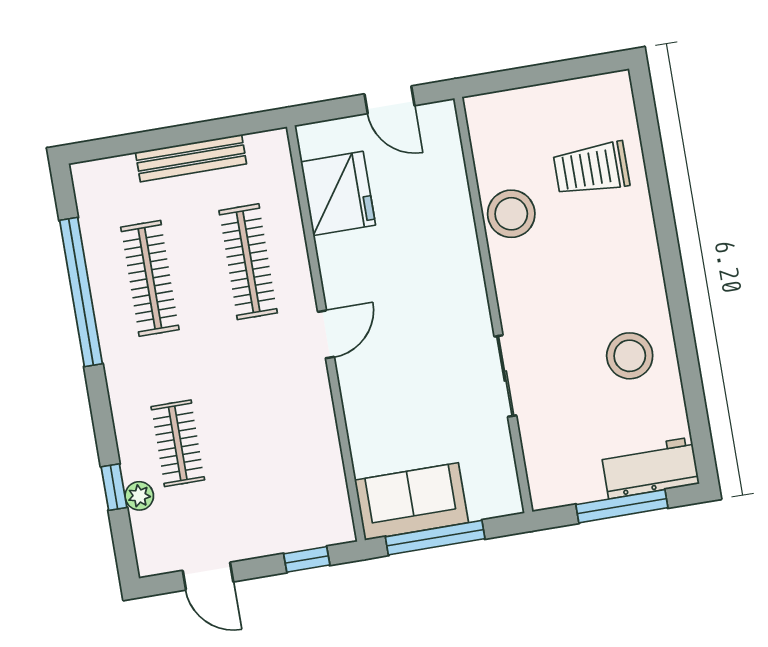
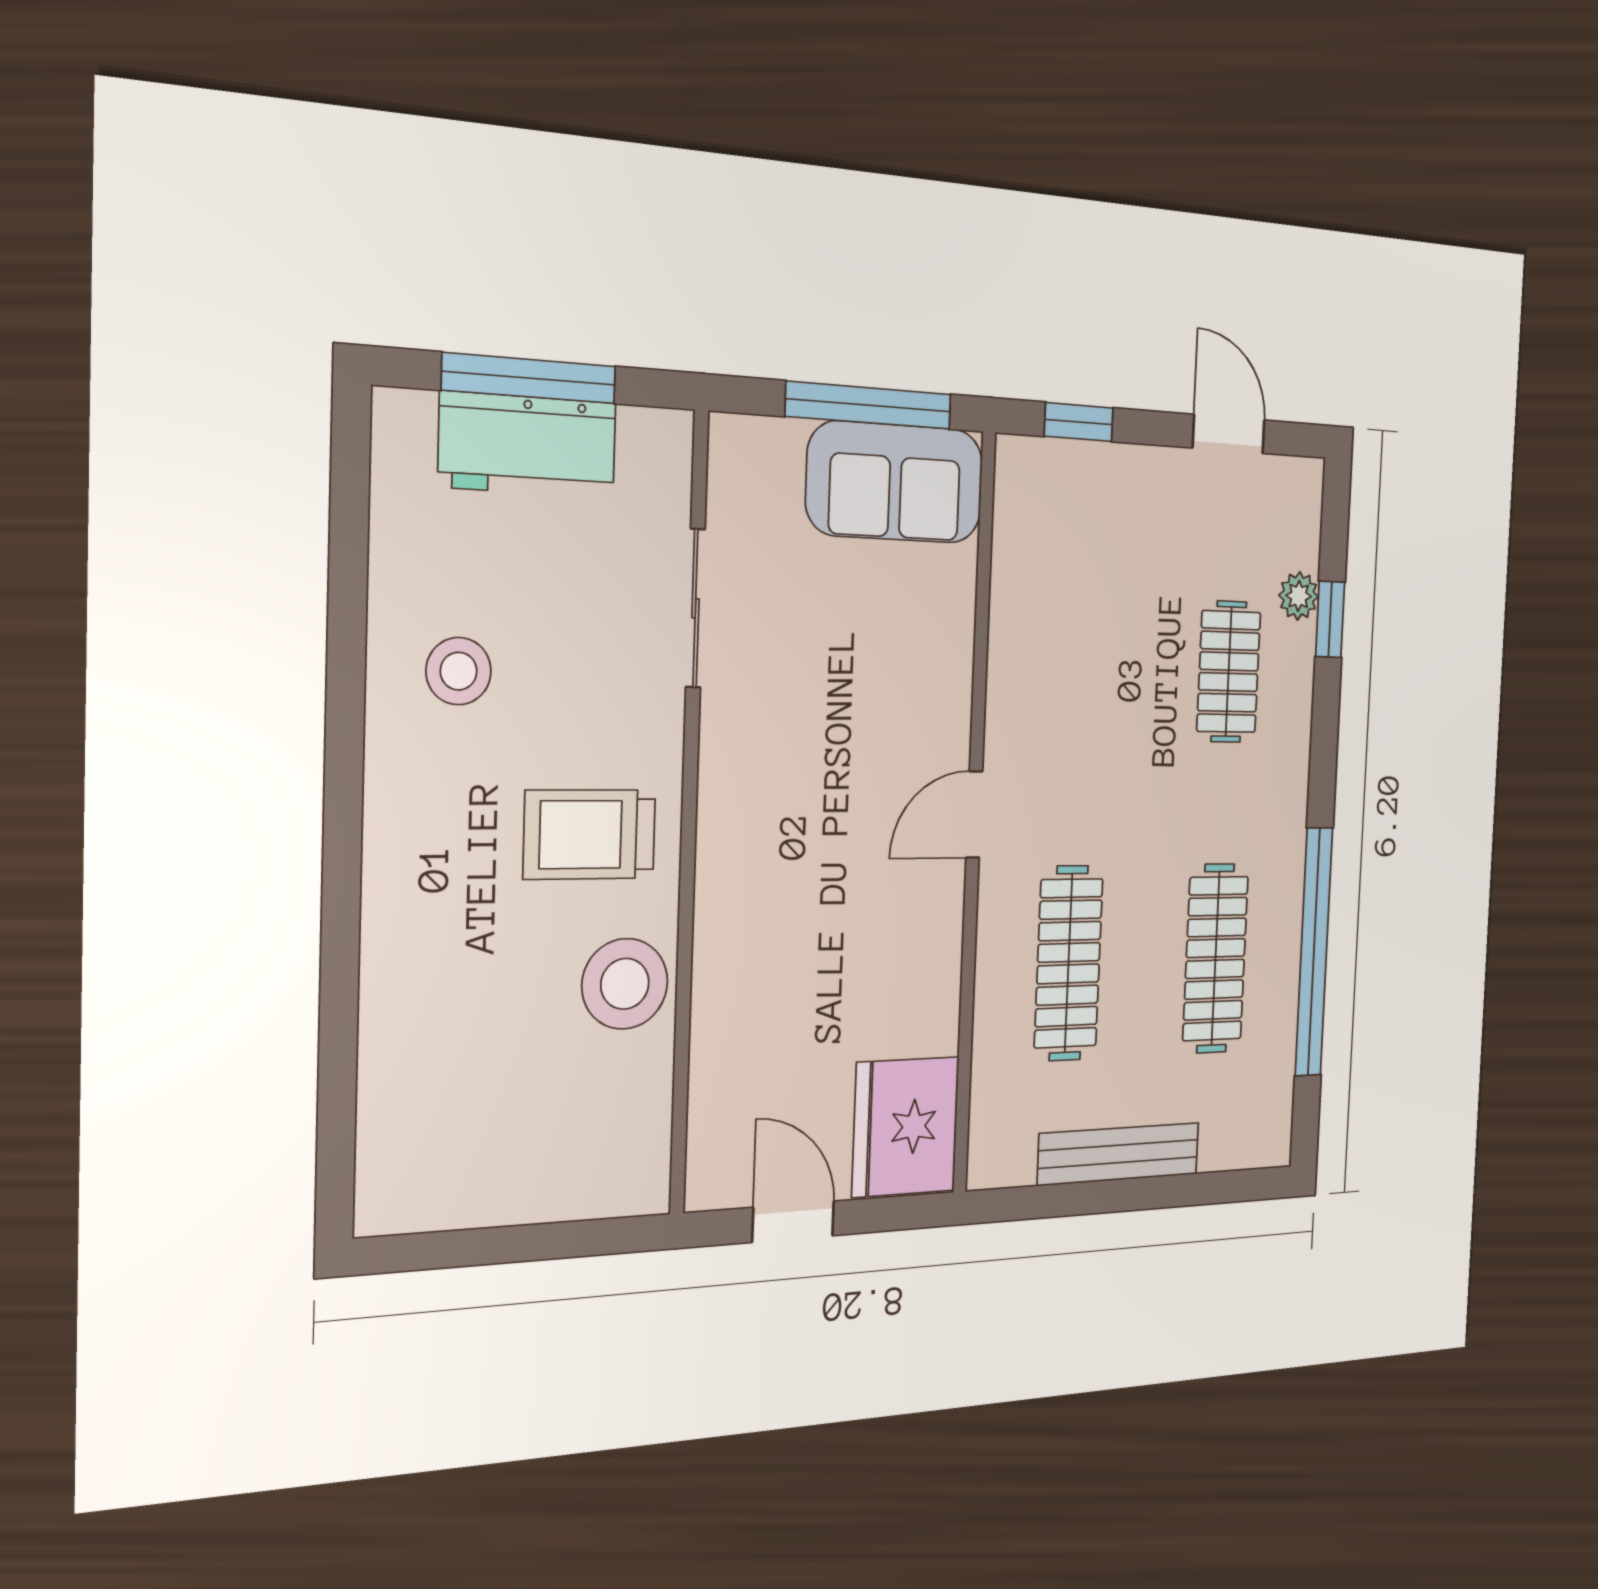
trolley: (591, 169) -> (590, 834), moved, turned 180
fridge: (338, 193) -> (906, 1127), moved
stool: (630, 356) -> (459, 671), width x0.73, depth x0.73
sliding door: (505, 376) -> (695, 608), moved
workbench: (650, 468) -> (528, 445), moved

